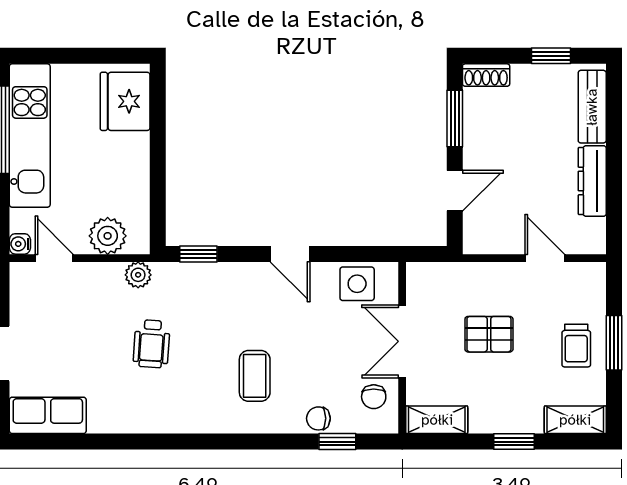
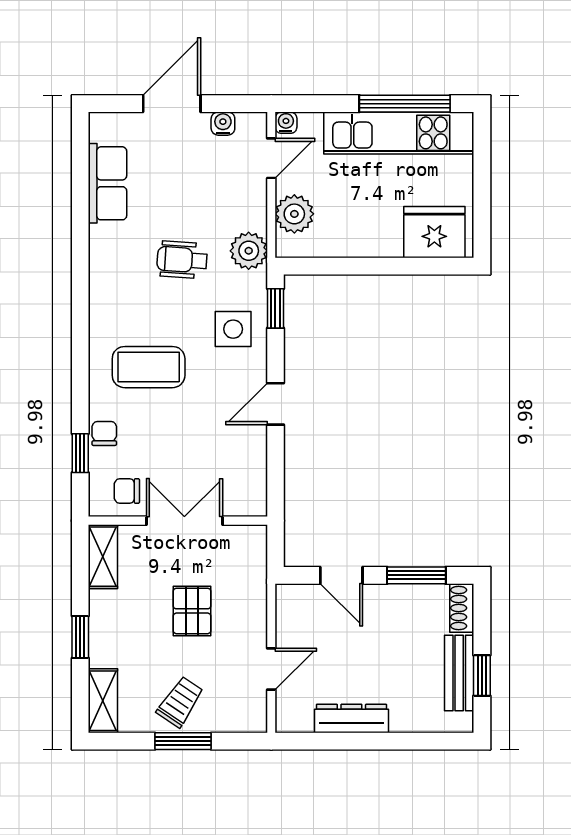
bench: (592, 107) -> (459, 673), moved, turned 90
plant: (138, 275) -> (249, 251), width x1.38, depth x1.38
side table: (357, 284) -> (233, 329), moved
water cooler: (21, 304) -> (223, 124), added
trolley: (576, 346) -> (180, 702), turned 124
coffee table: (255, 376) -> (149, 367), width x1.36, depth x1.30
row of seats: (48, 415) -> (107, 183), moved

